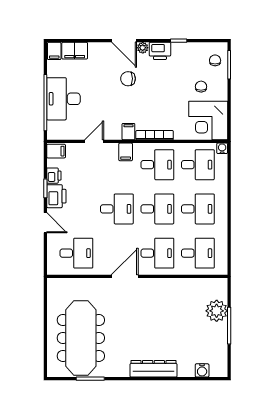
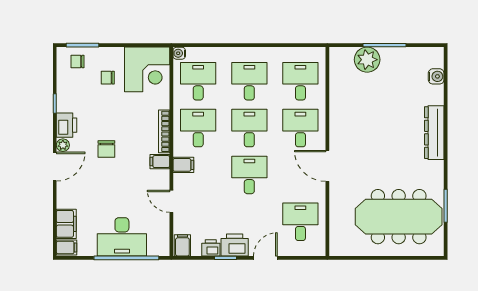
chair: (128, 79) -> (106, 149), moved

